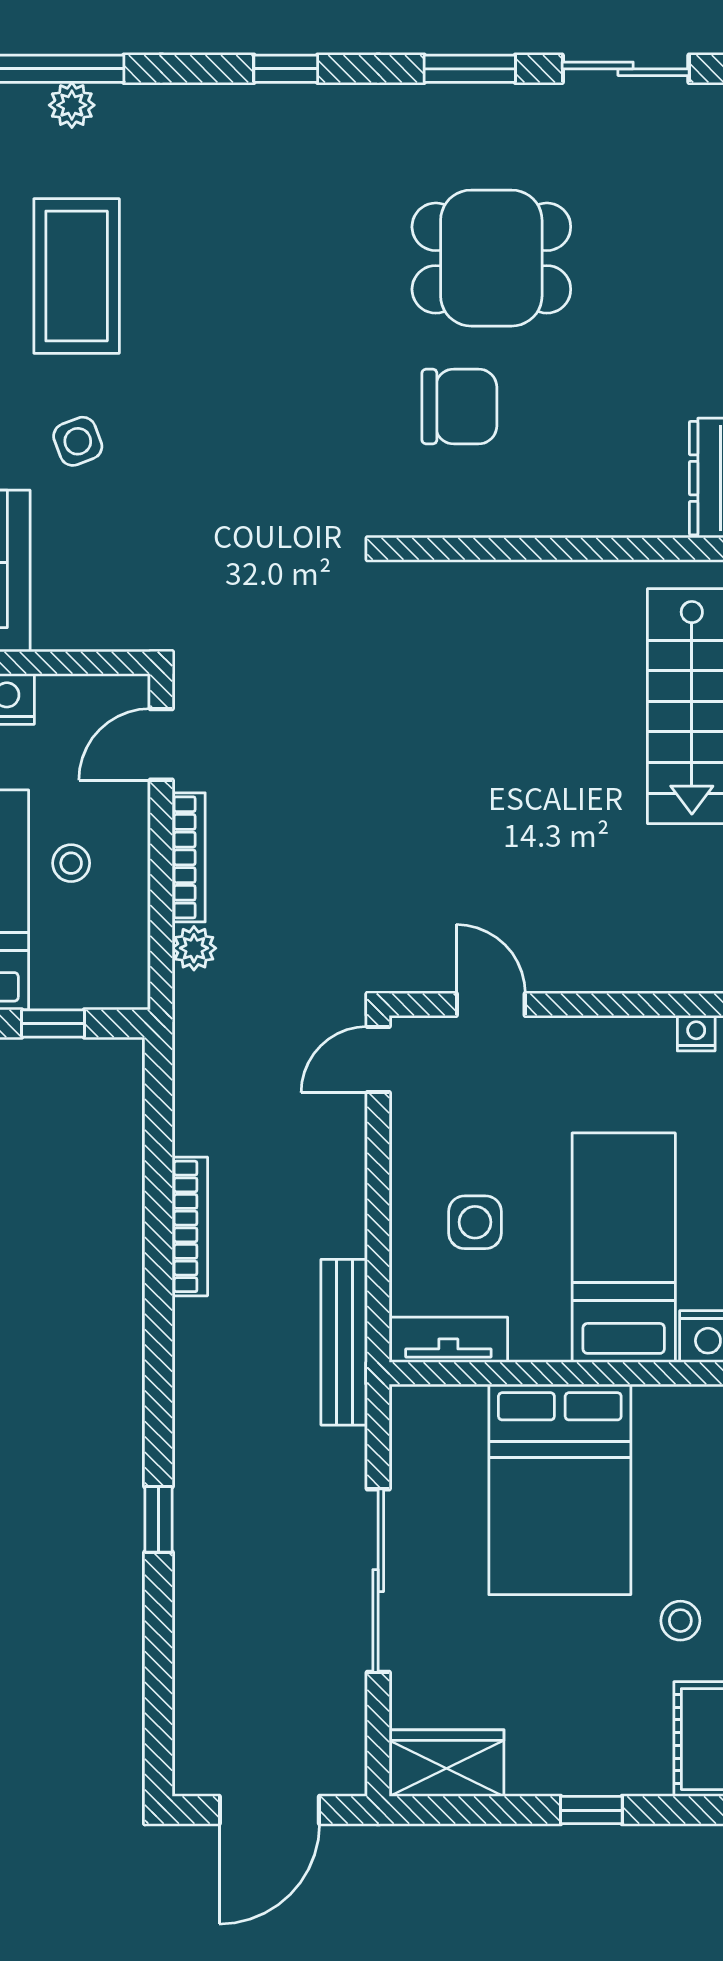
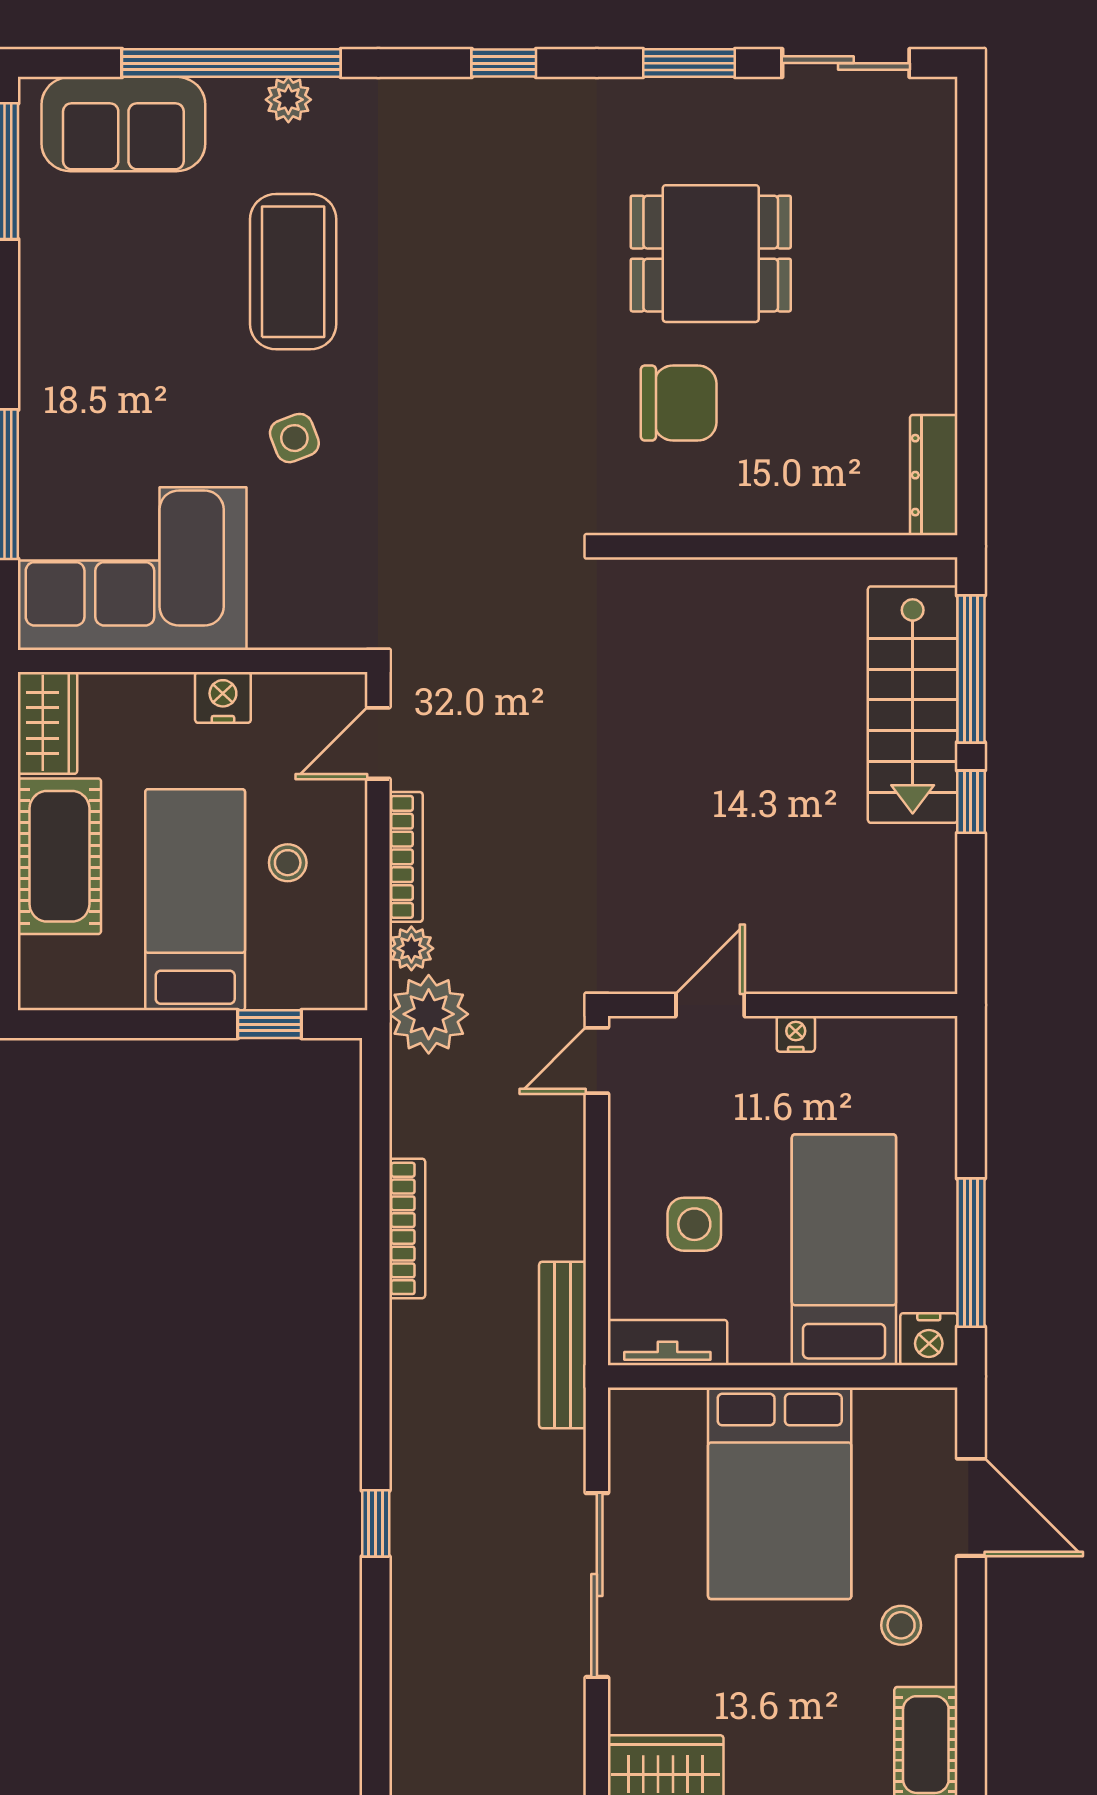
door: (491, 1004) -> (710, 1005), hinge flipped
plant: (211, 1014) -> (429, 1014), added
nightstand: (696, 1033) -> (796, 1034), moved

